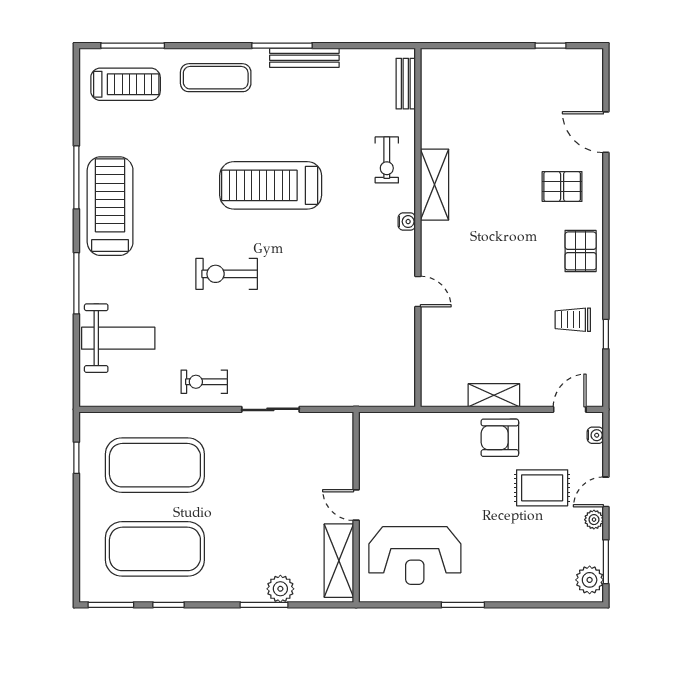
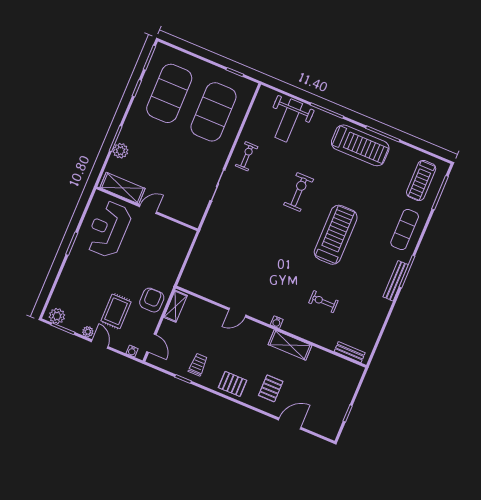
bench: (406, 84) -> (350, 352), moved
shelving: (435, 185) -> (290, 345), moved
water cooler: (407, 222) -> (277, 322), moved
wall: (418, 227) -> (271, 327), moved
door: (418, 292) -> (237, 313), moved

